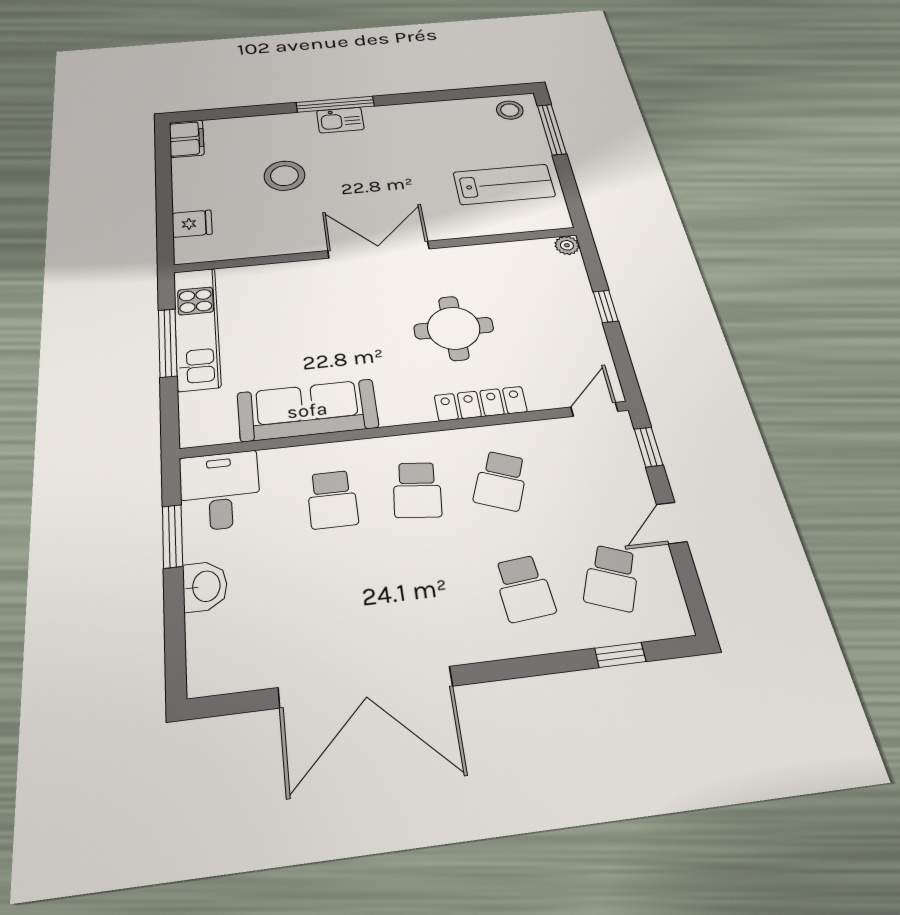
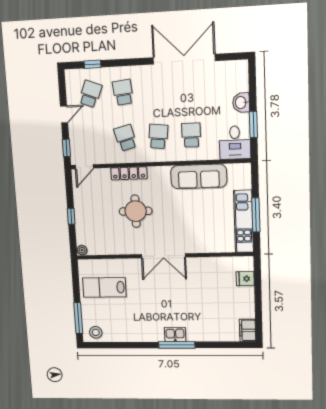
stool: (284, 176) -> (203, 303), removed
school desk: (501, 481) -> (125, 138), turned -36

